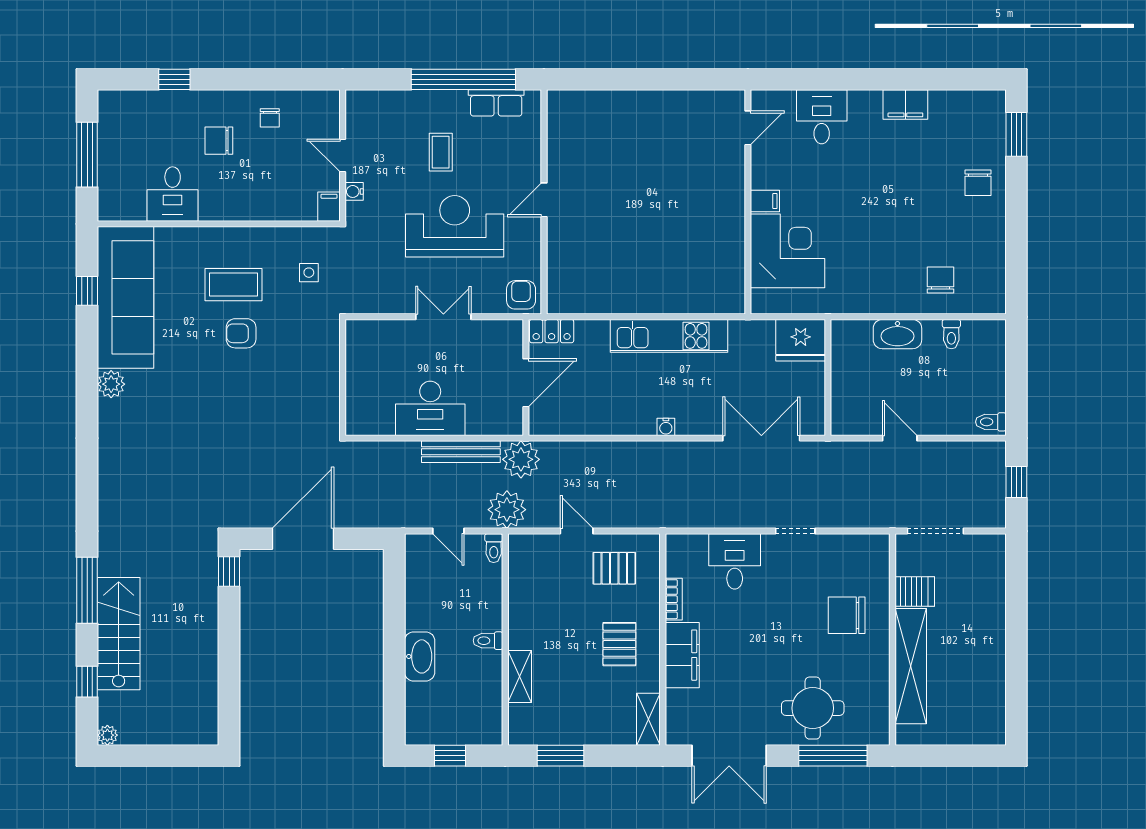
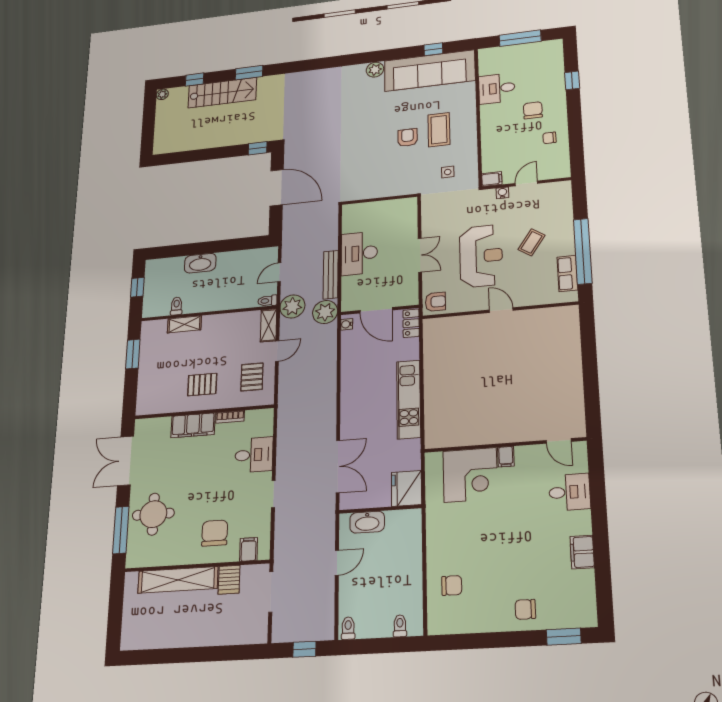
coffee table: (441, 152) -> (531, 242), turned -56
washbasin: (897, 334) -> (367, 522), moved, turned -90
toilet: (951, 334) -> (400, 626), moved, turned 90
water cooler: (666, 427) -> (347, 324), moved
filing cabinet: (873, 565) -> (249, 549), added
window: (87, 590) -> (249, 73), width x0.69
toilet: (488, 641) -> (176, 306), moved
shelving: (648, 719) -> (269, 325), moved, turned 90

